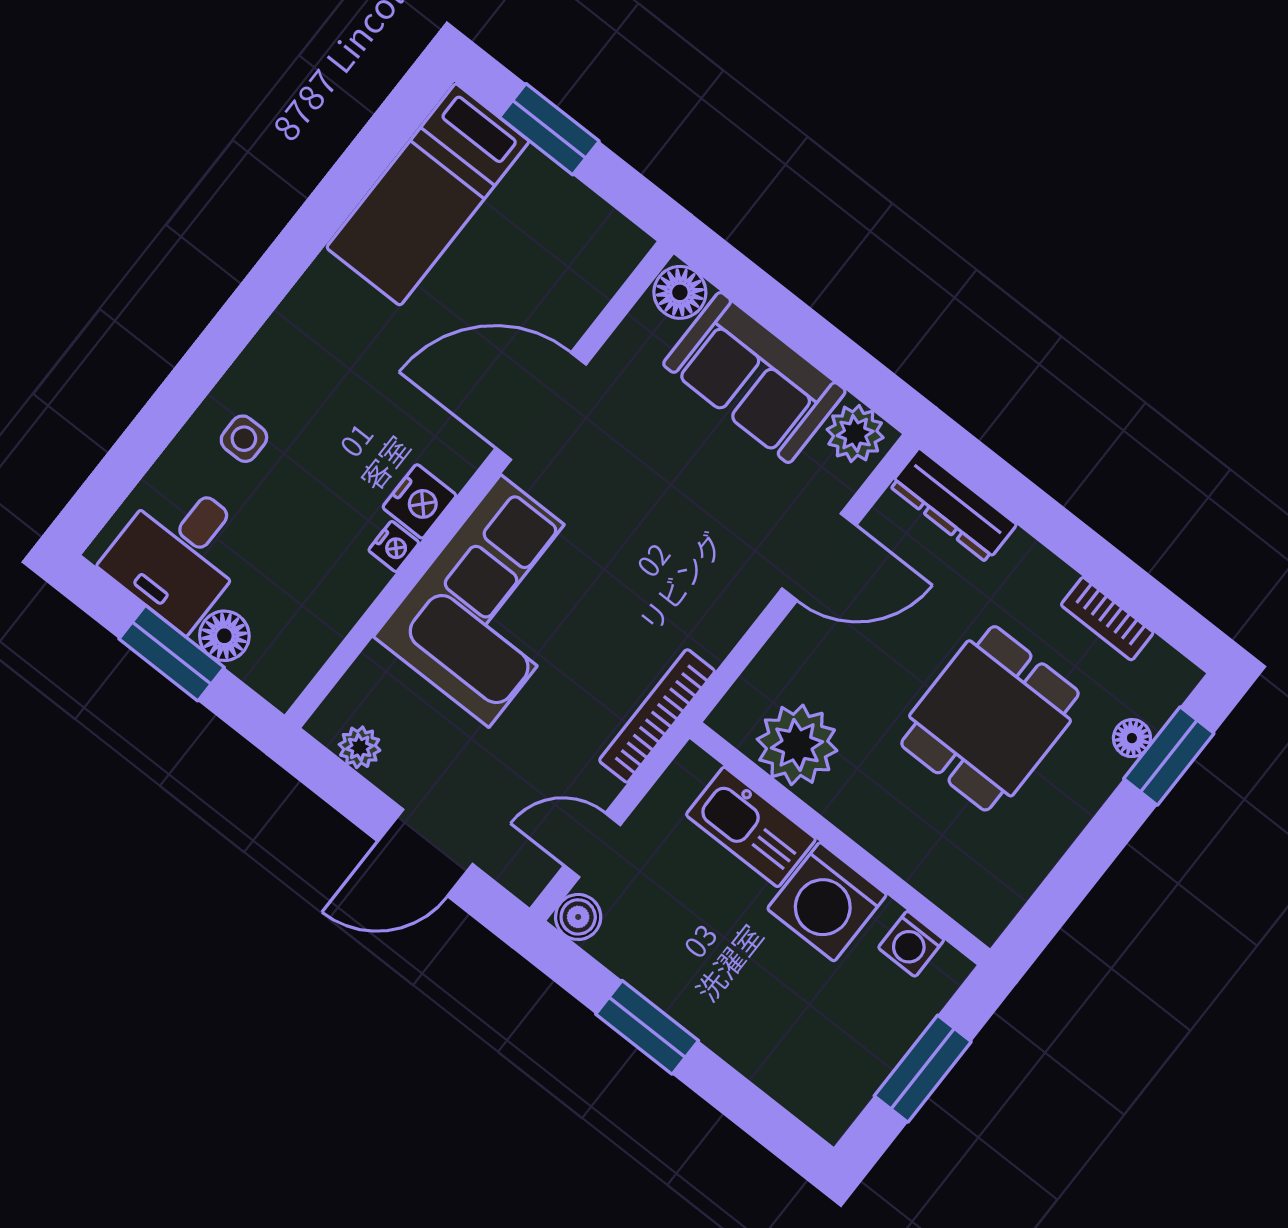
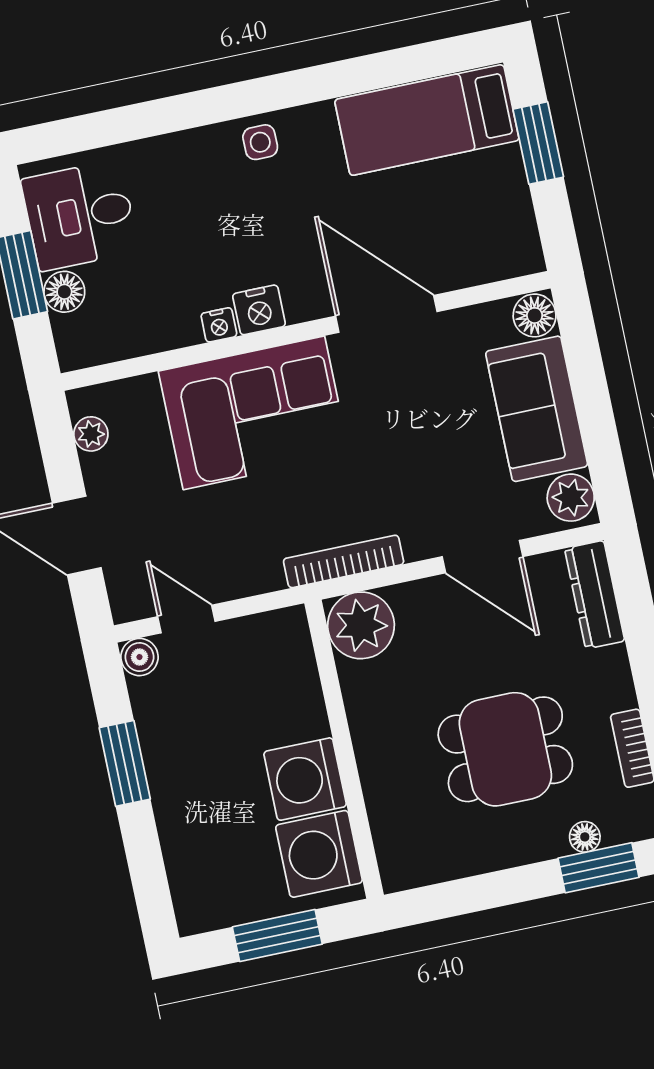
side table: (244, 439) -> (260, 142), moved
bookcase: (657, 716) -> (344, 561), moved
plant: (797, 745) -> (361, 625), moved
kitchen sink: (751, 827) -> (297, 691), removed
washing machine: (911, 944) -> (319, 854), width x1.89, depth x1.89

